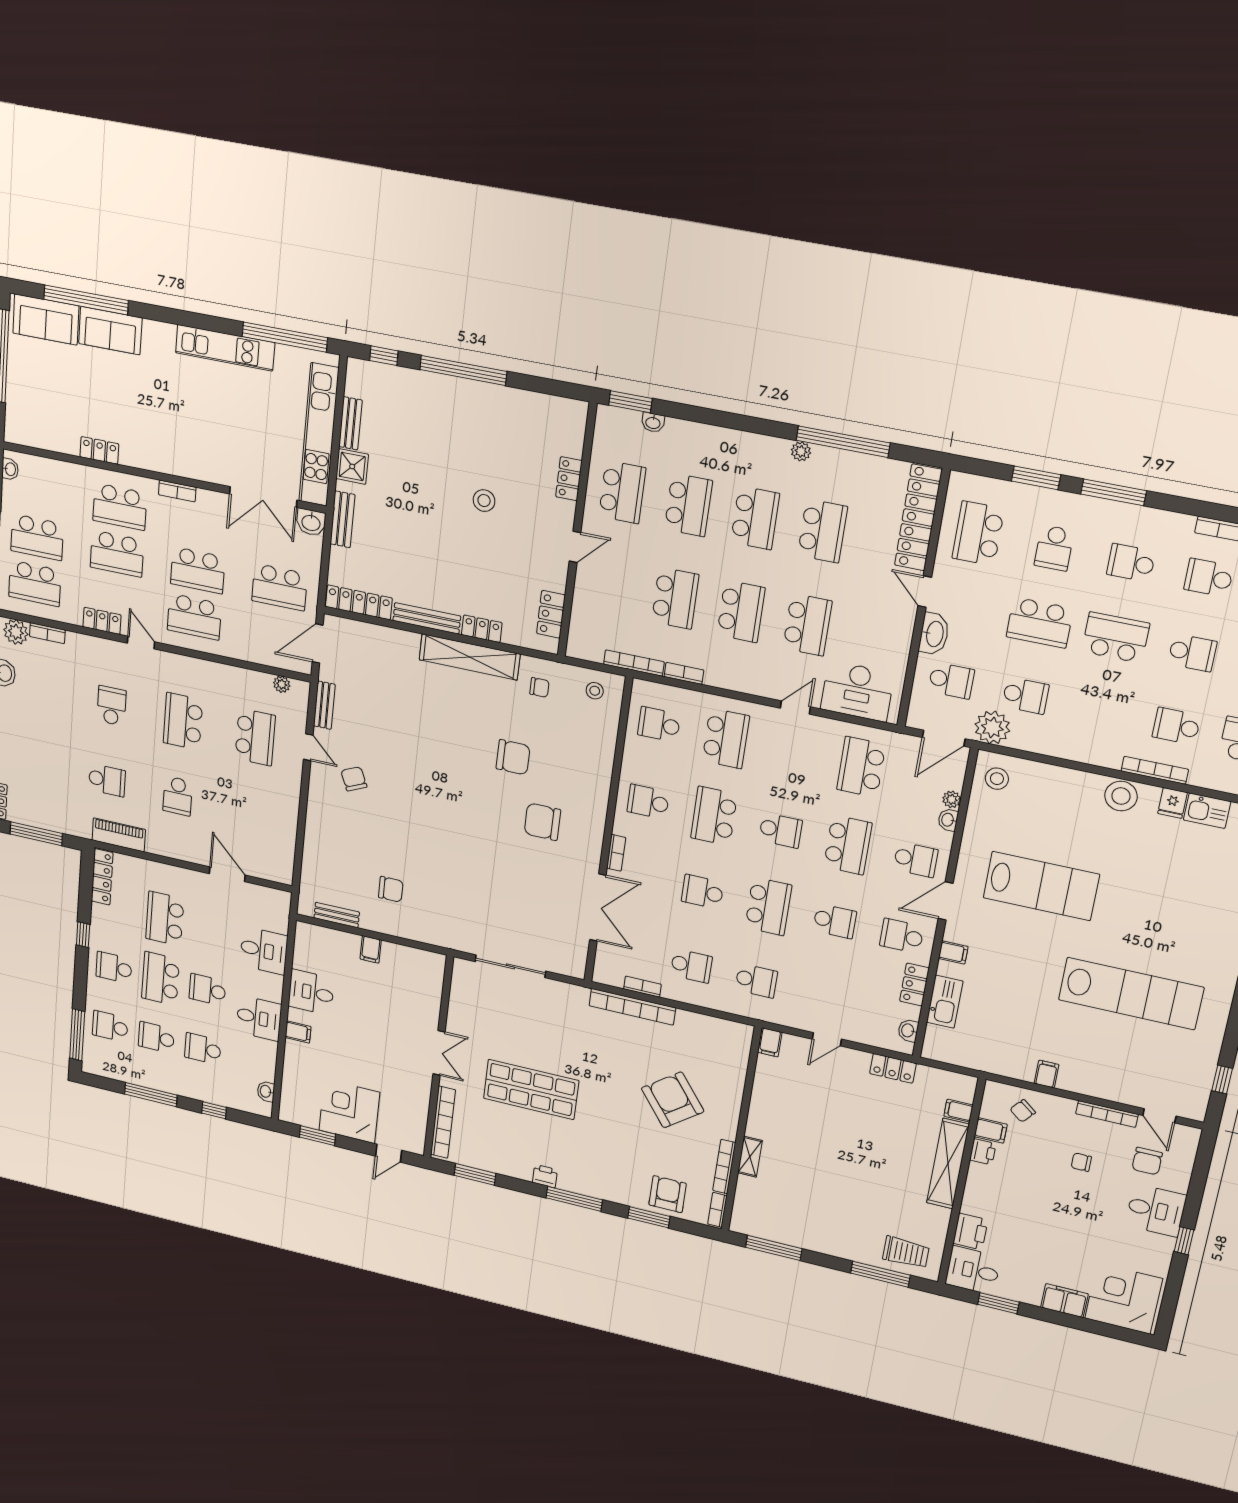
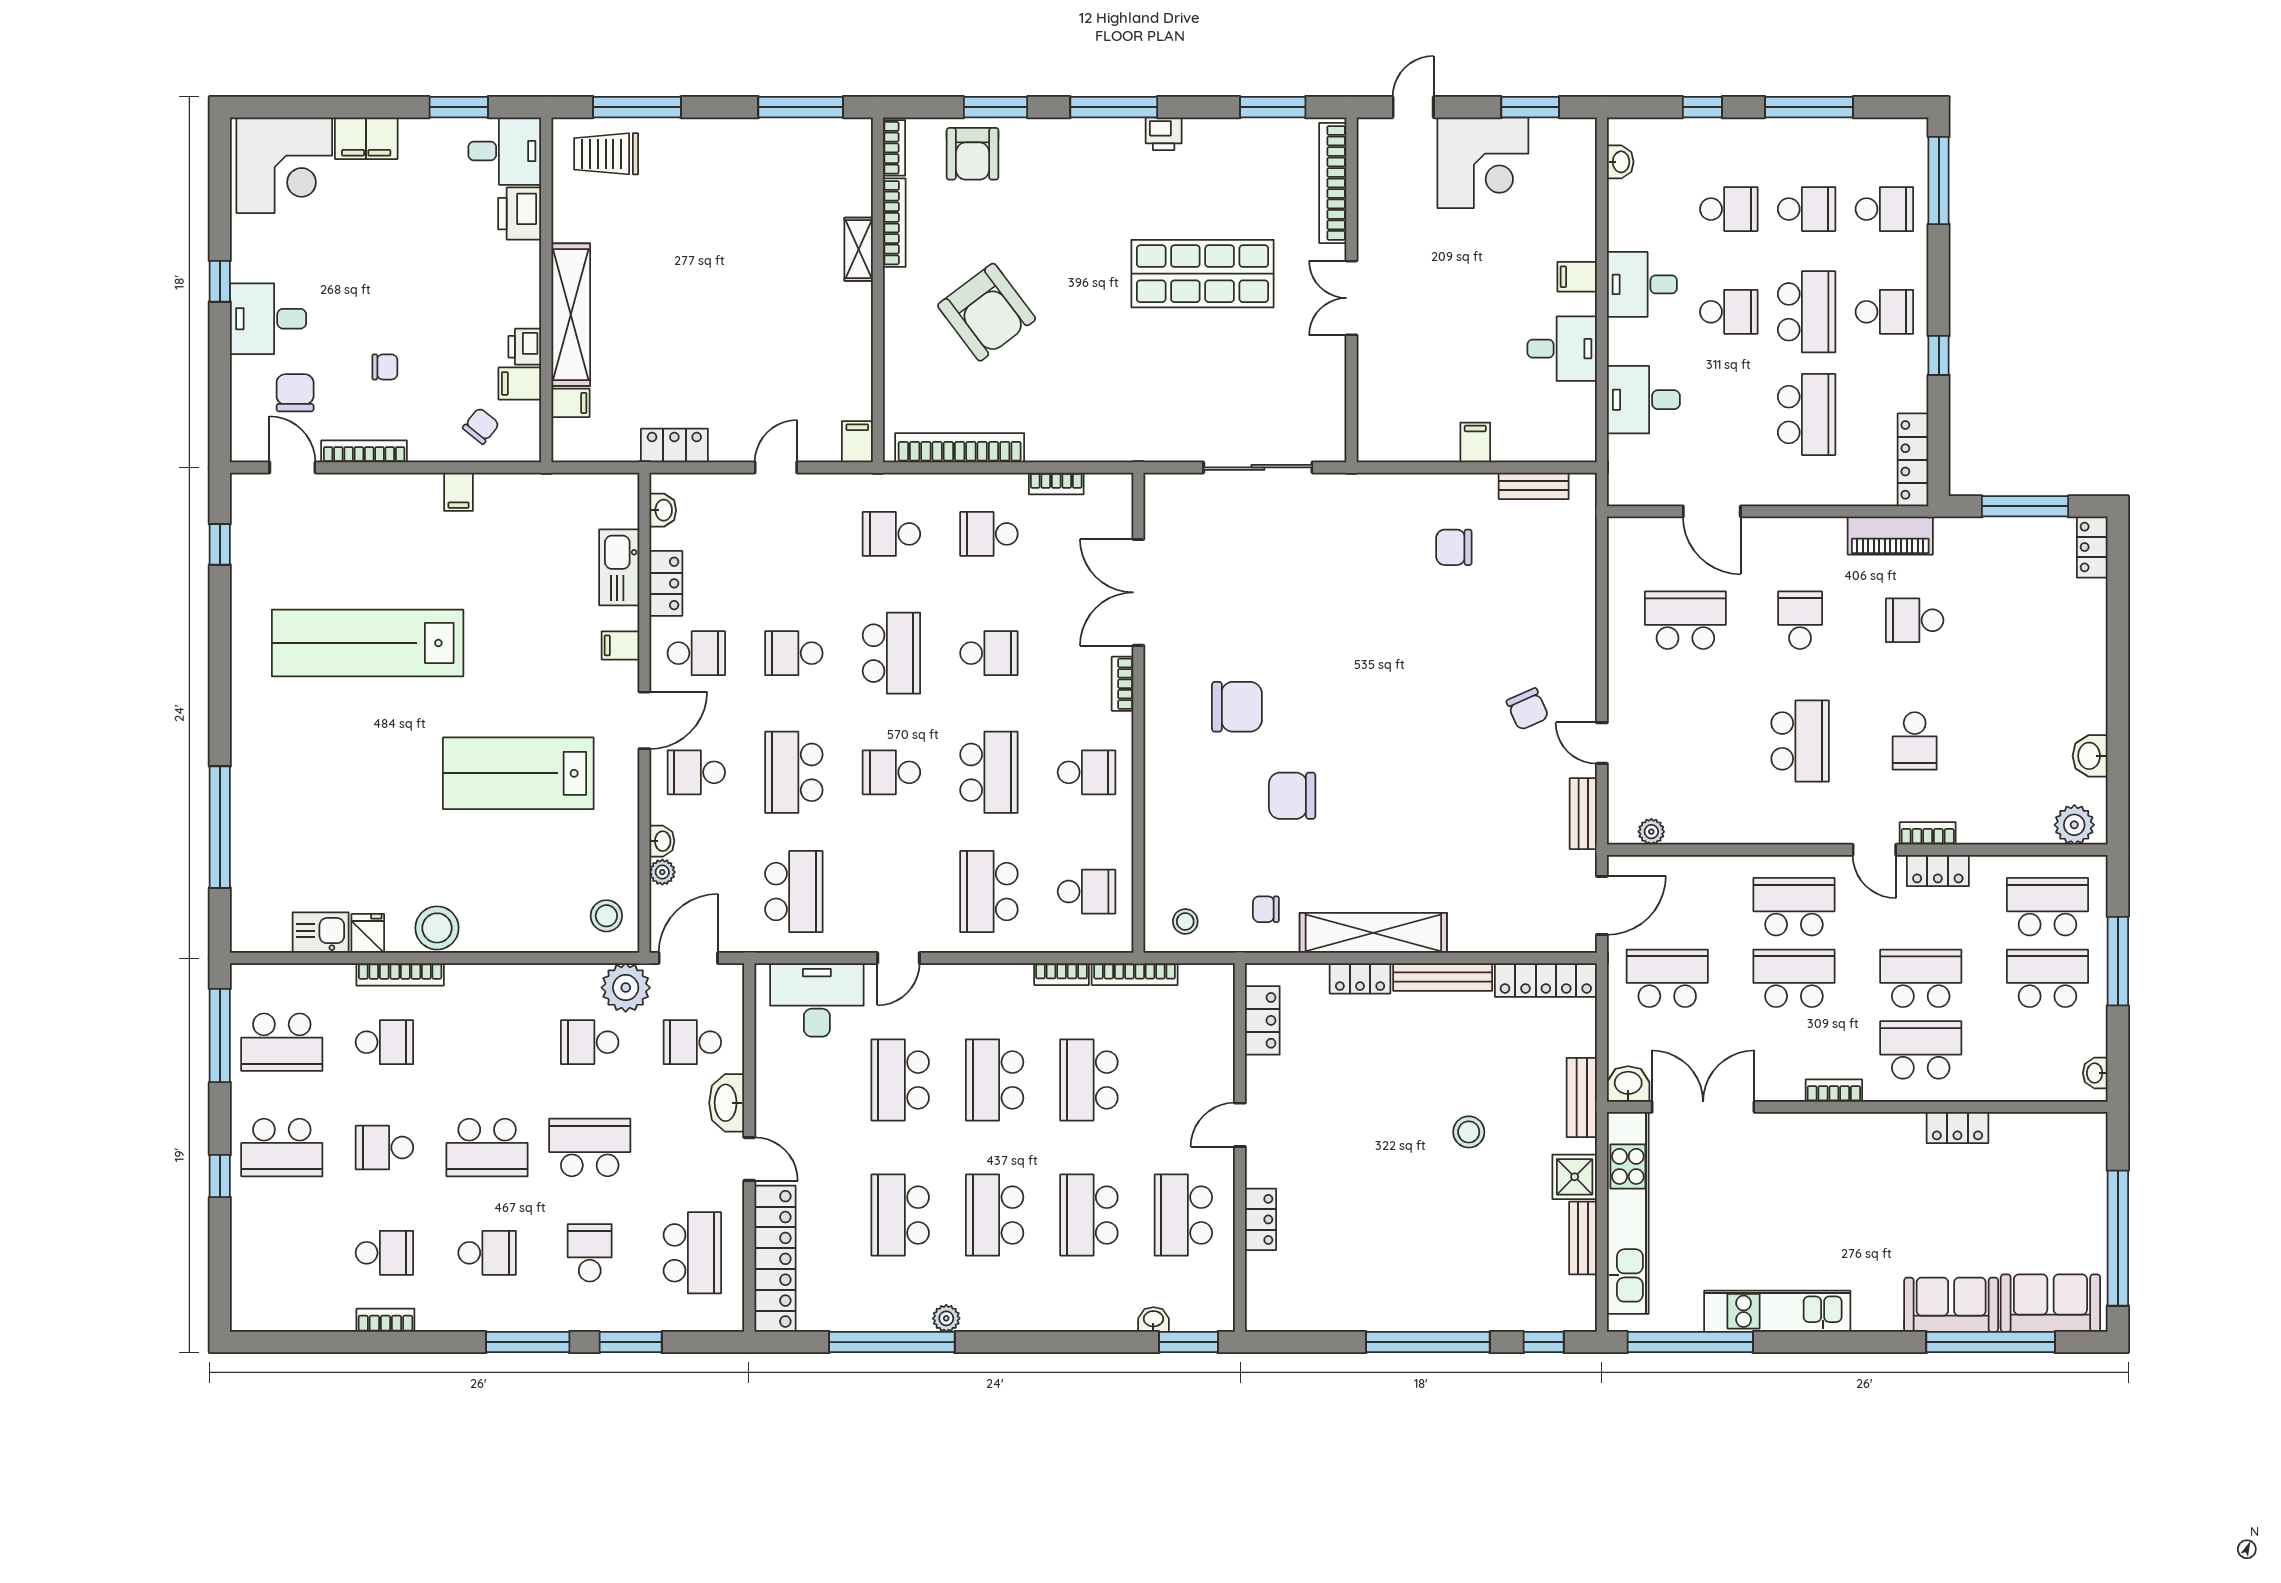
stool: (484, 501) -> (1469, 1132), moved
bookcase: (47, 633) -> (1928, 833), moved
school desk: (255, 737) -> (1685, 620), moved, turned 90
school desk: (768, 906) -> (891, 653), turned 180
bookcase: (632, 1007) -> (960, 448), moved

